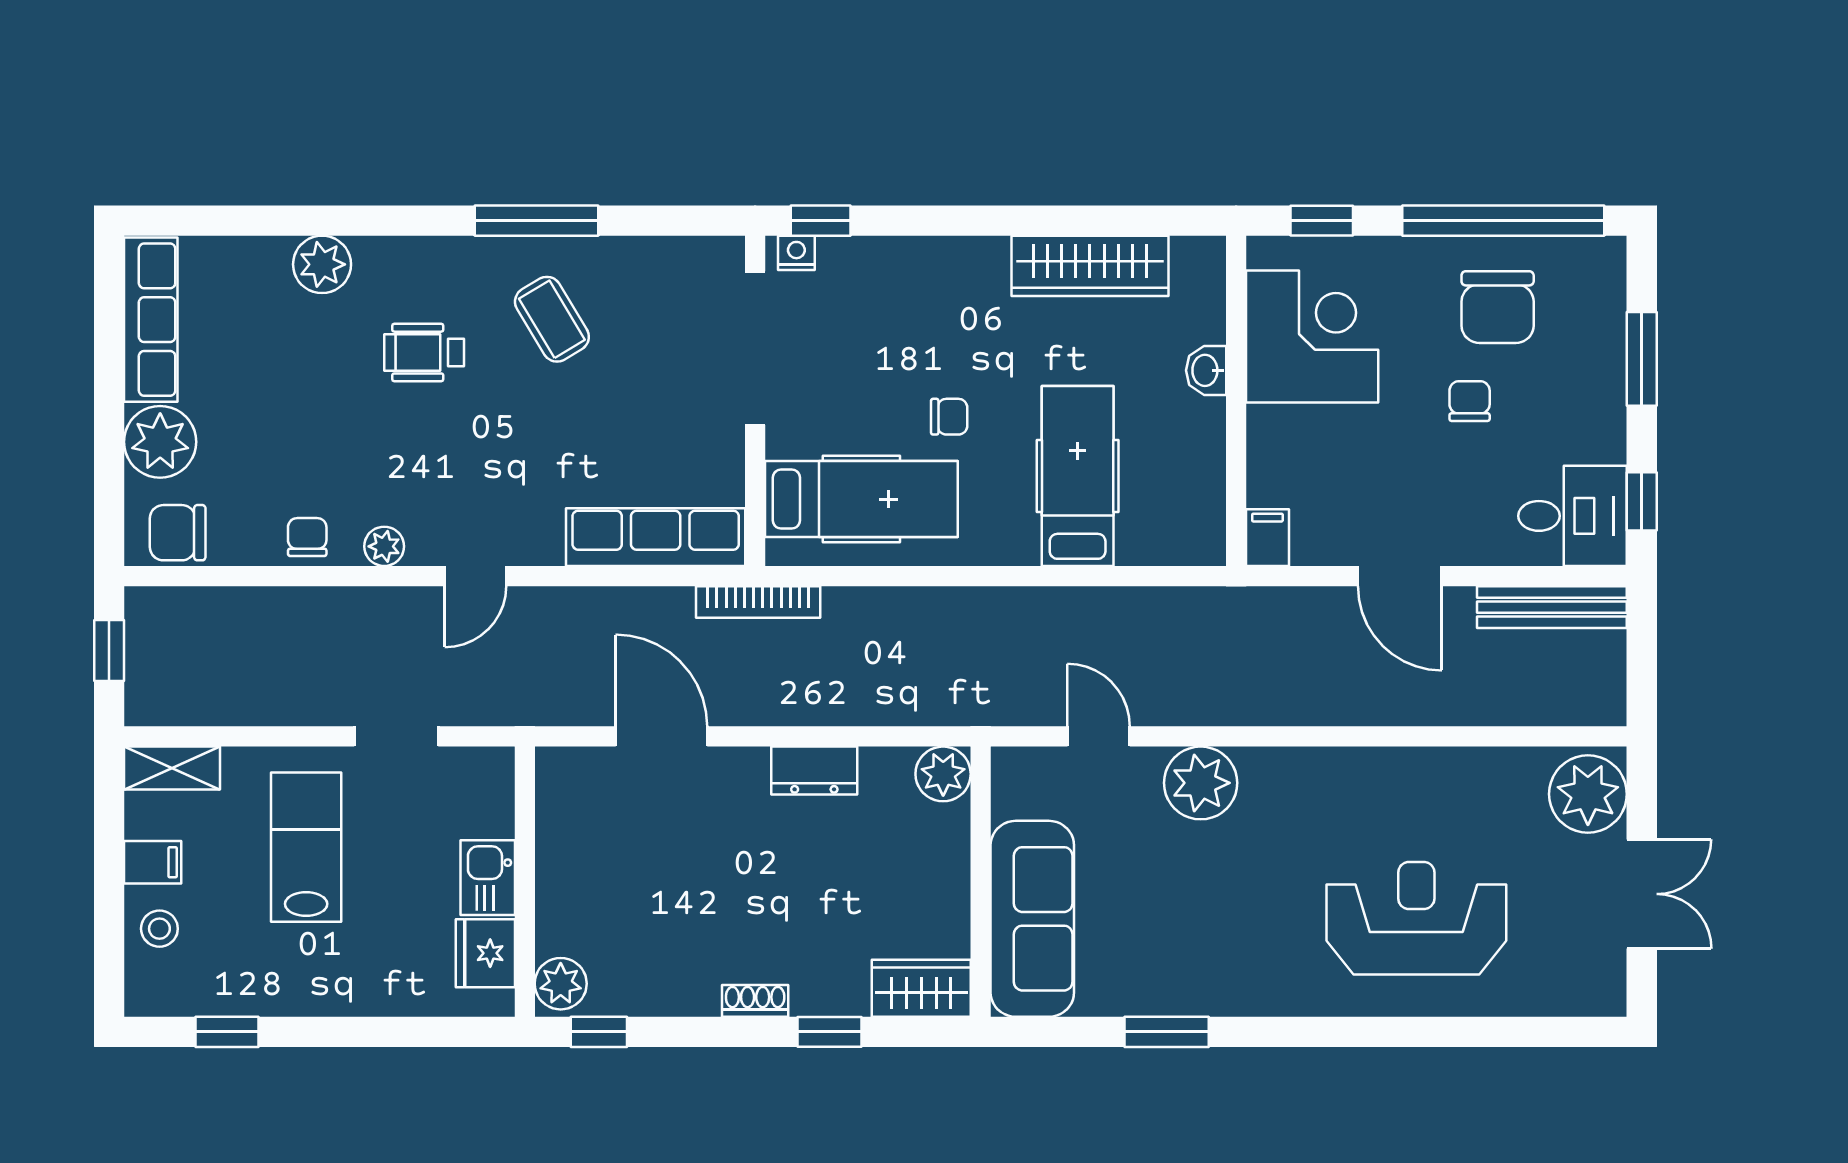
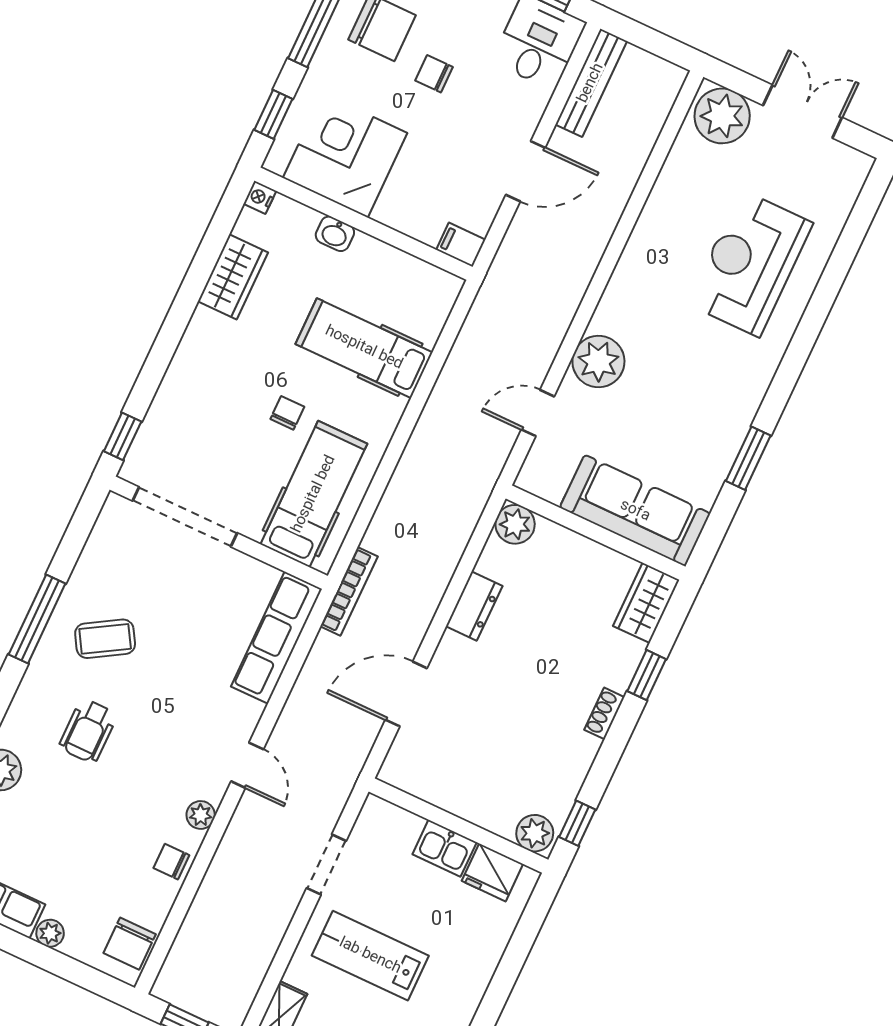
nightstand: (796, 253) -> (260, 197), moved
wardrobe: (1090, 266) -> (233, 277), width x0.67
plant: (160, 442) -> (50, 933), width x0.53, depth x0.53

